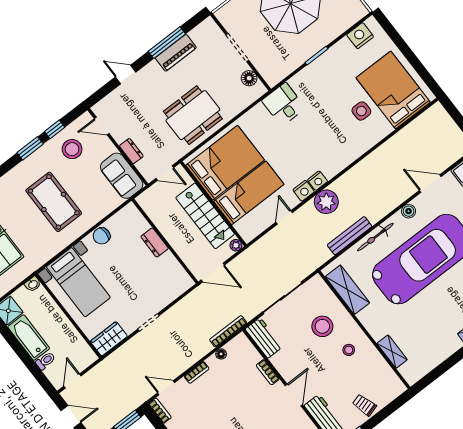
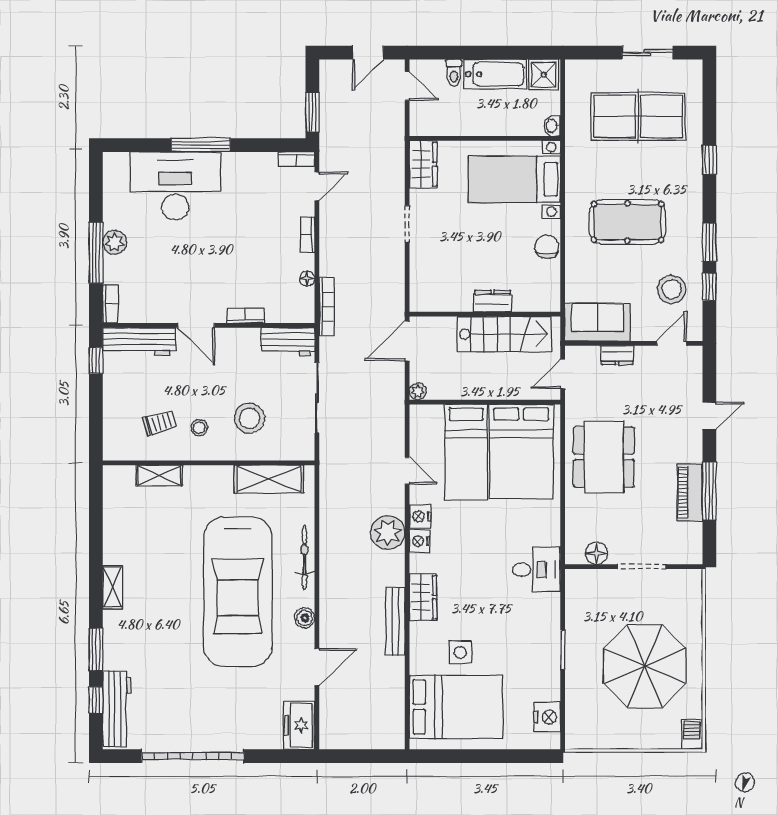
wardrobe: (347, 155) -> (423, 597), added
stairs: (205, 216) -> (504, 334), moved, turned 180
bench: (350, 236) -> (395, 621), moved
trolley: (364, 405) -> (160, 423), moved

